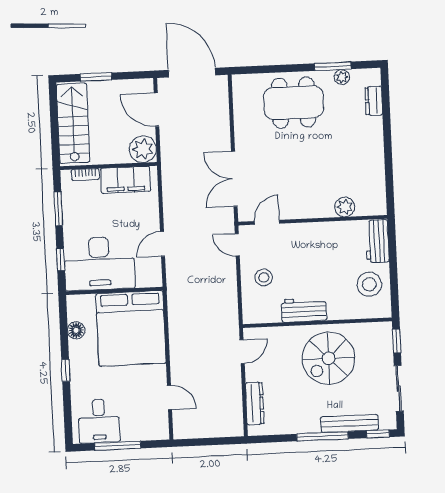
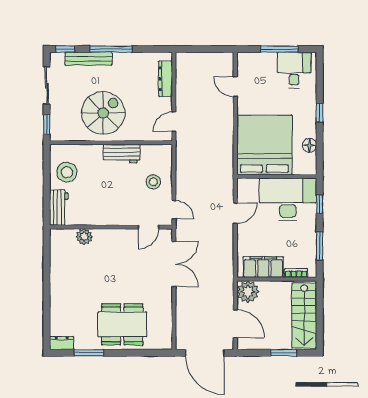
plant: (342, 77) -> (82, 344), removed
dresser: (374, 101) -> (62, 343), moved, turned -90

